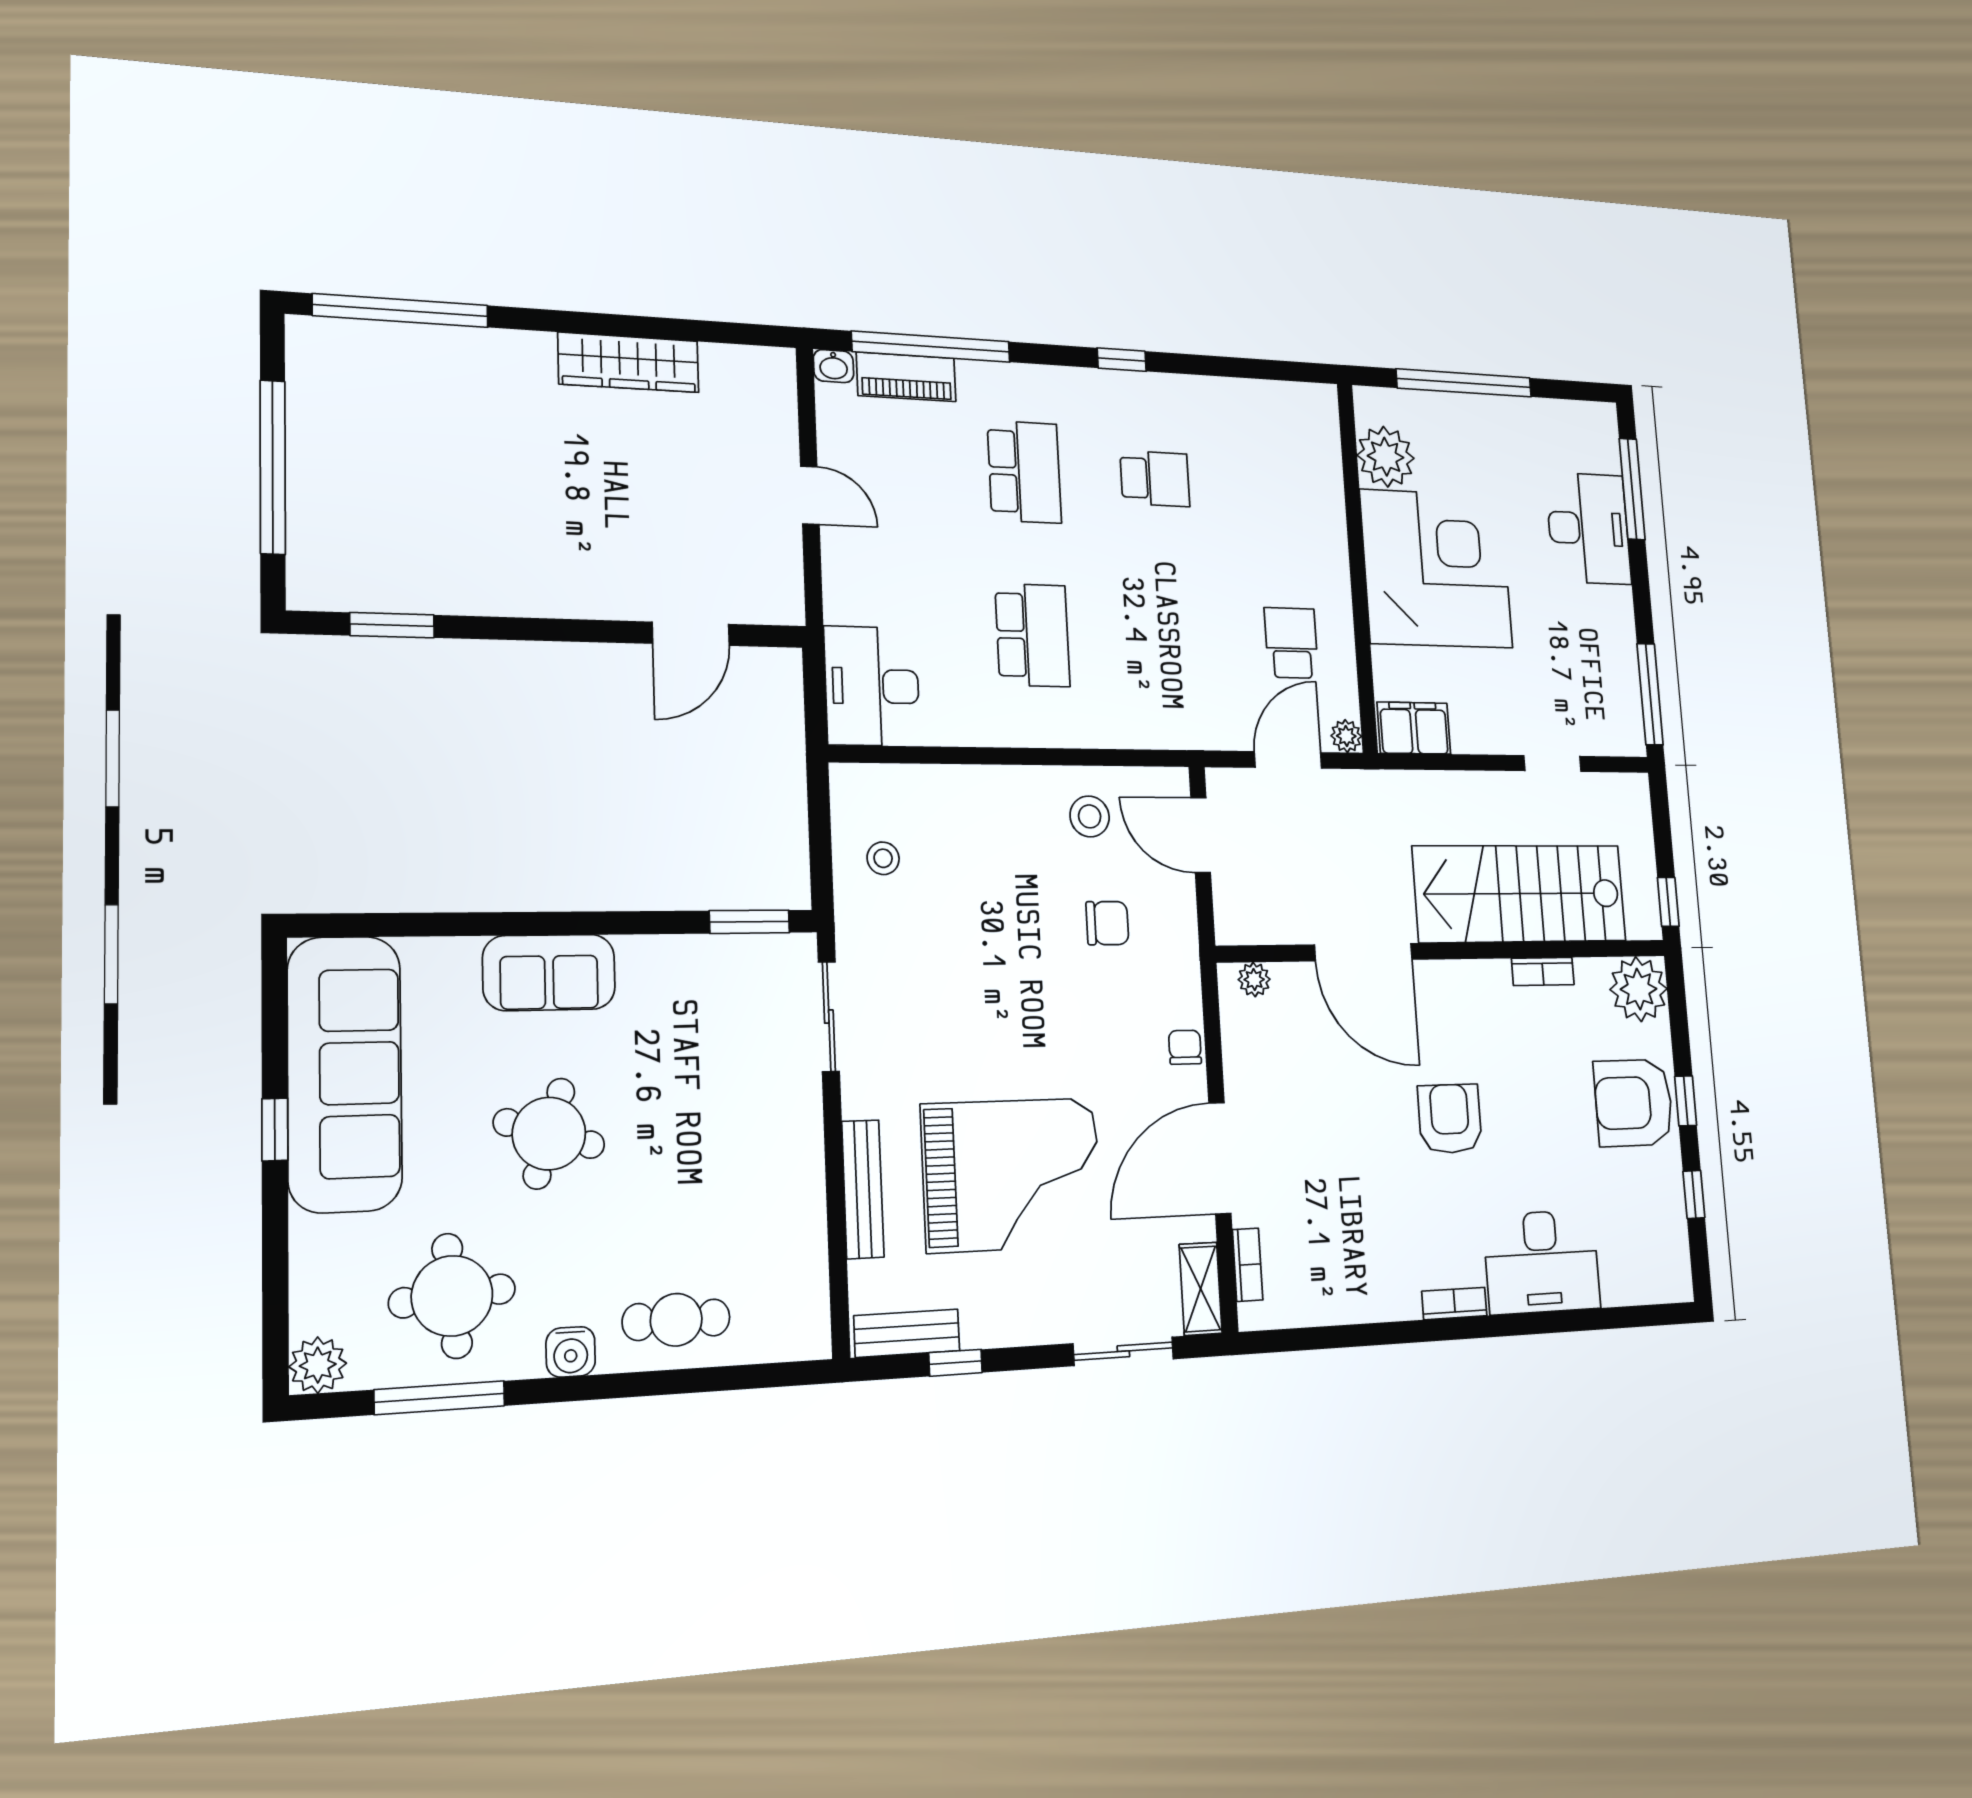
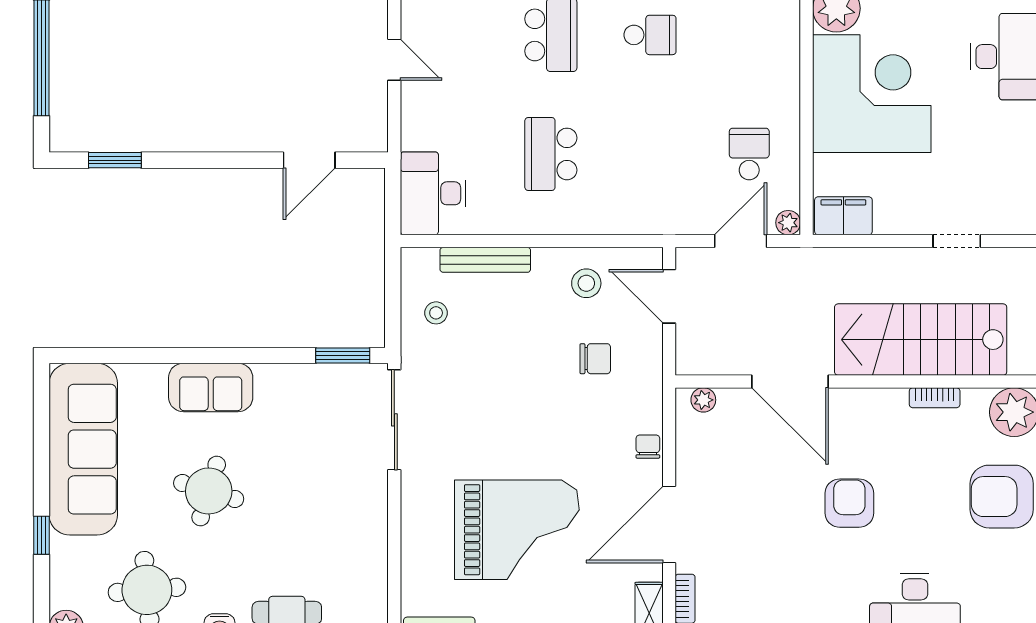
school desk: (1033, 635) -> (551, 154), turned 180
sliding door: (829, 1017) -> (394, 420), width x1.37
window: (275, 1129) -> (42, 535), moved
bench: (863, 1189) -> (485, 260), moved, turned 90

